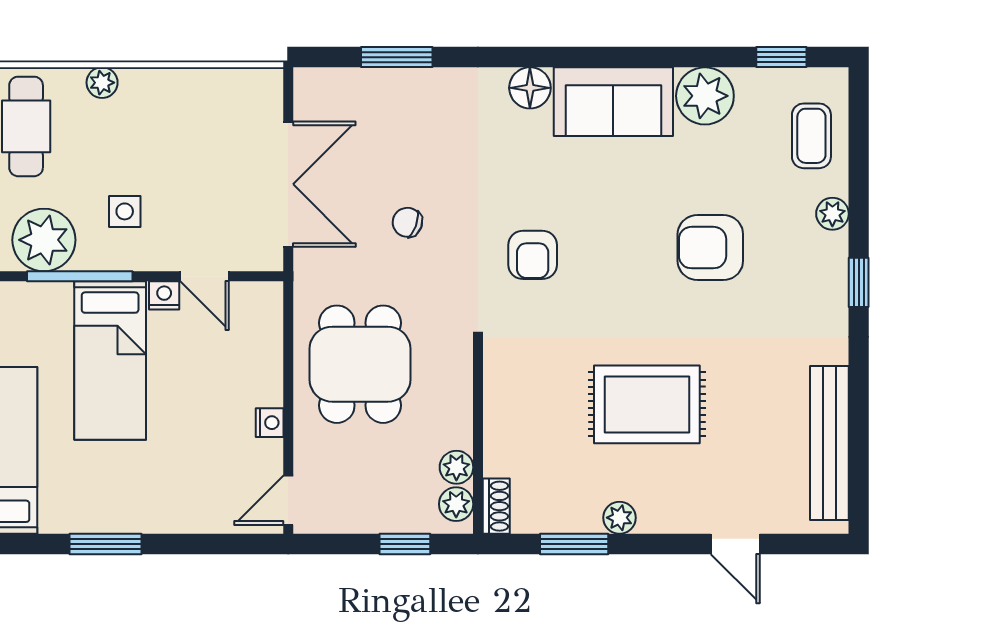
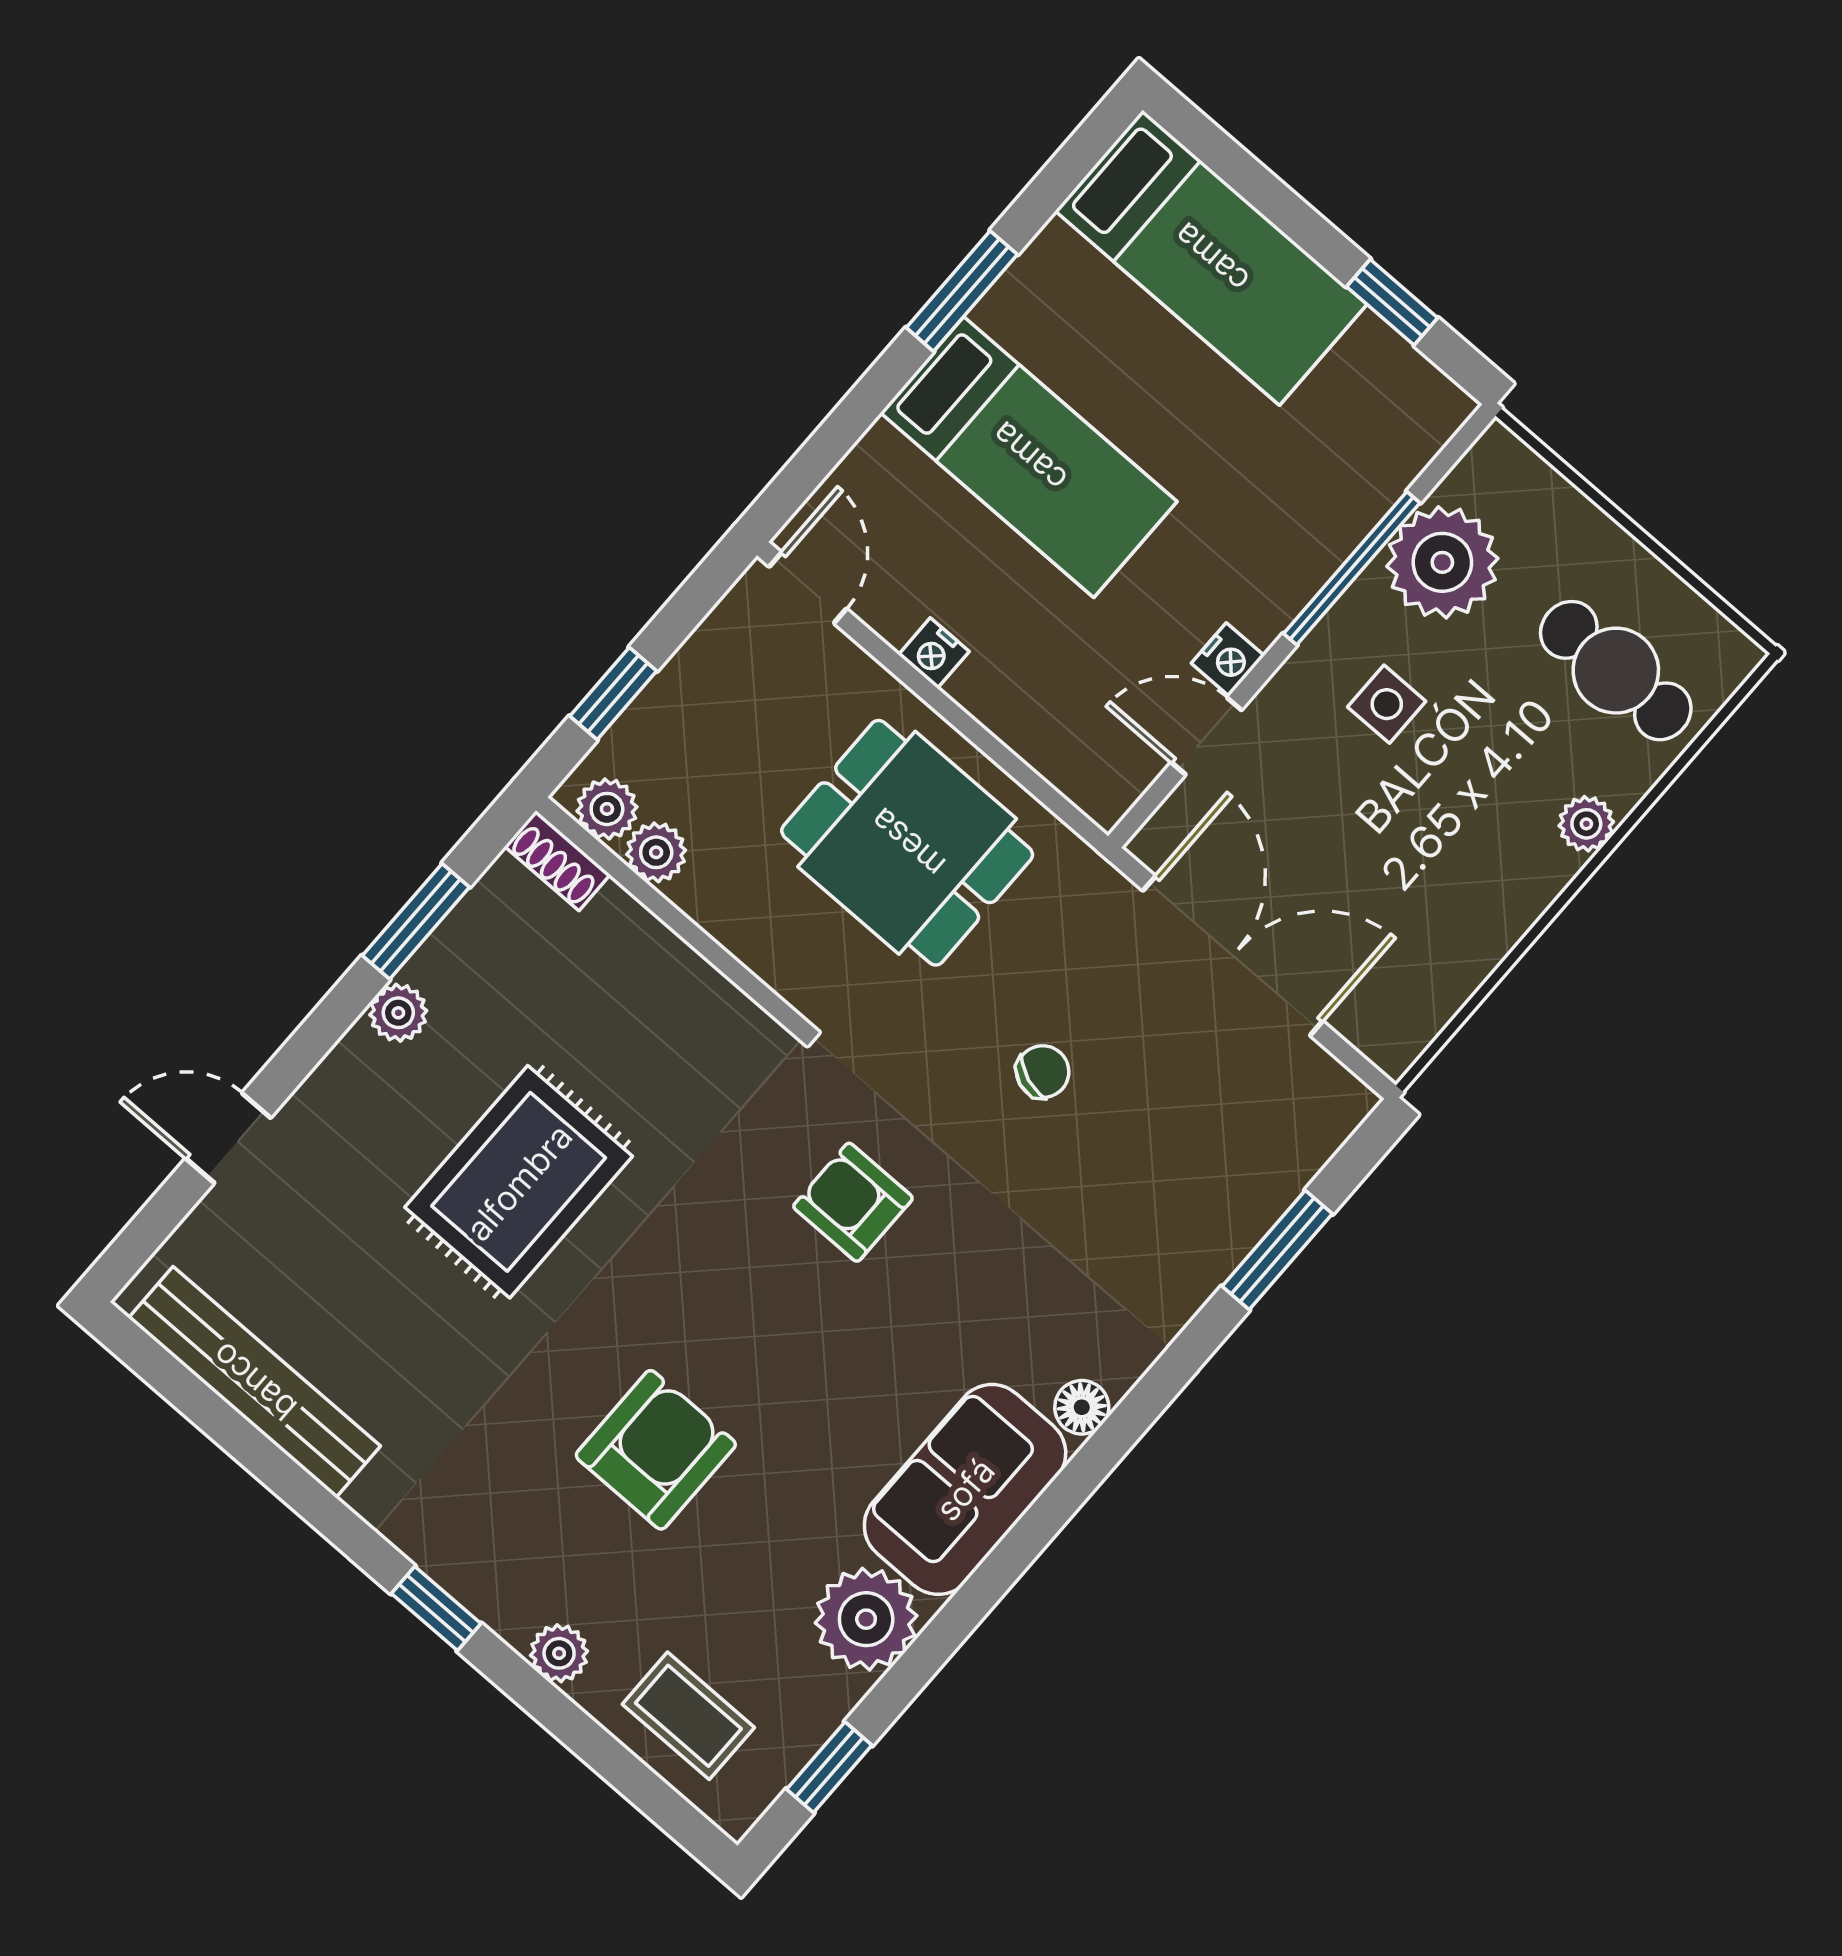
floor lamp: (530, 88) -> (1082, 1407), width x0.73, depth x0.73
double door: (288, 184) -> (1233, 956), swing flipped
bed: (110, 361) -> (1029, 457), moved, turned 180

